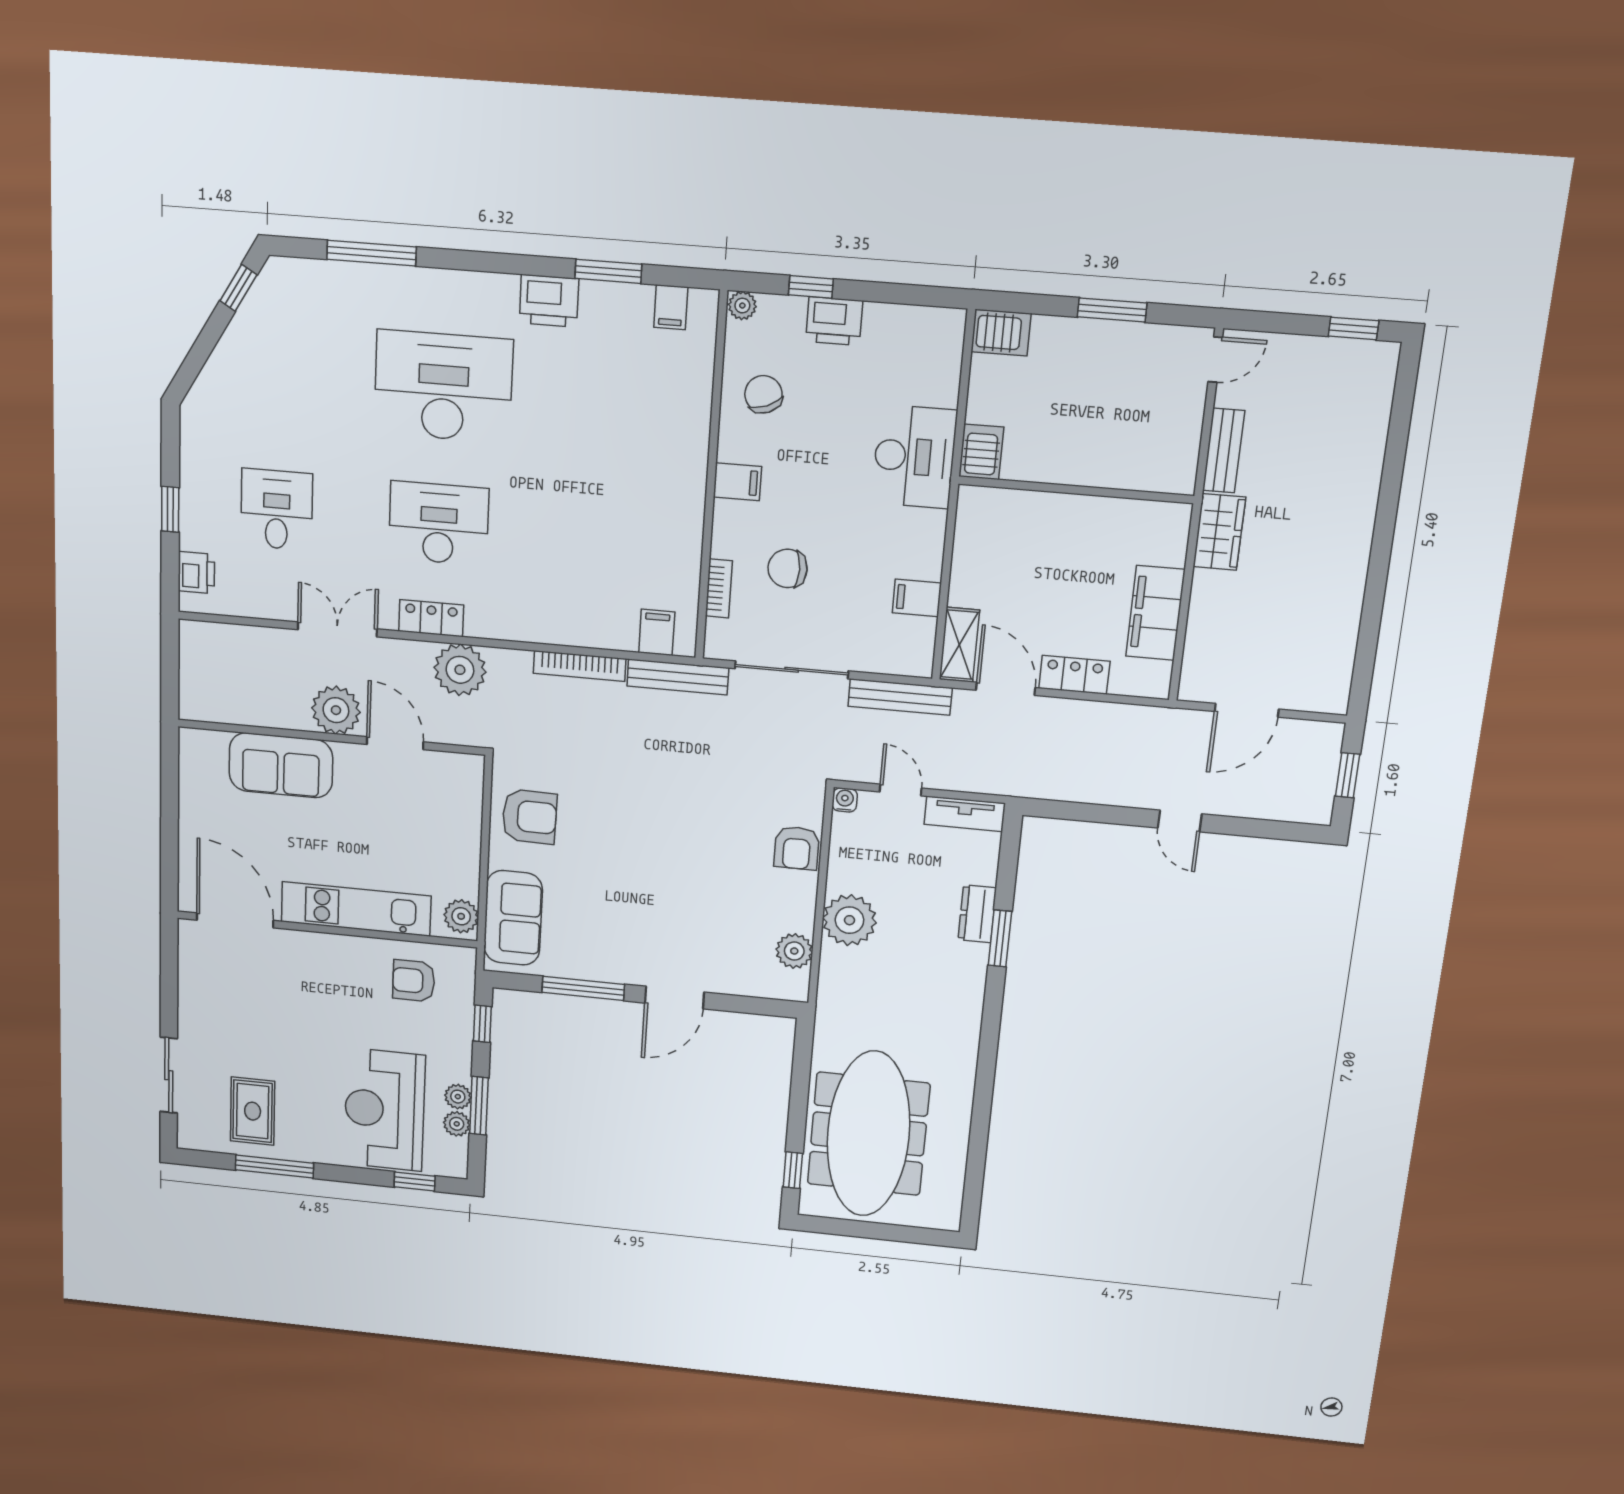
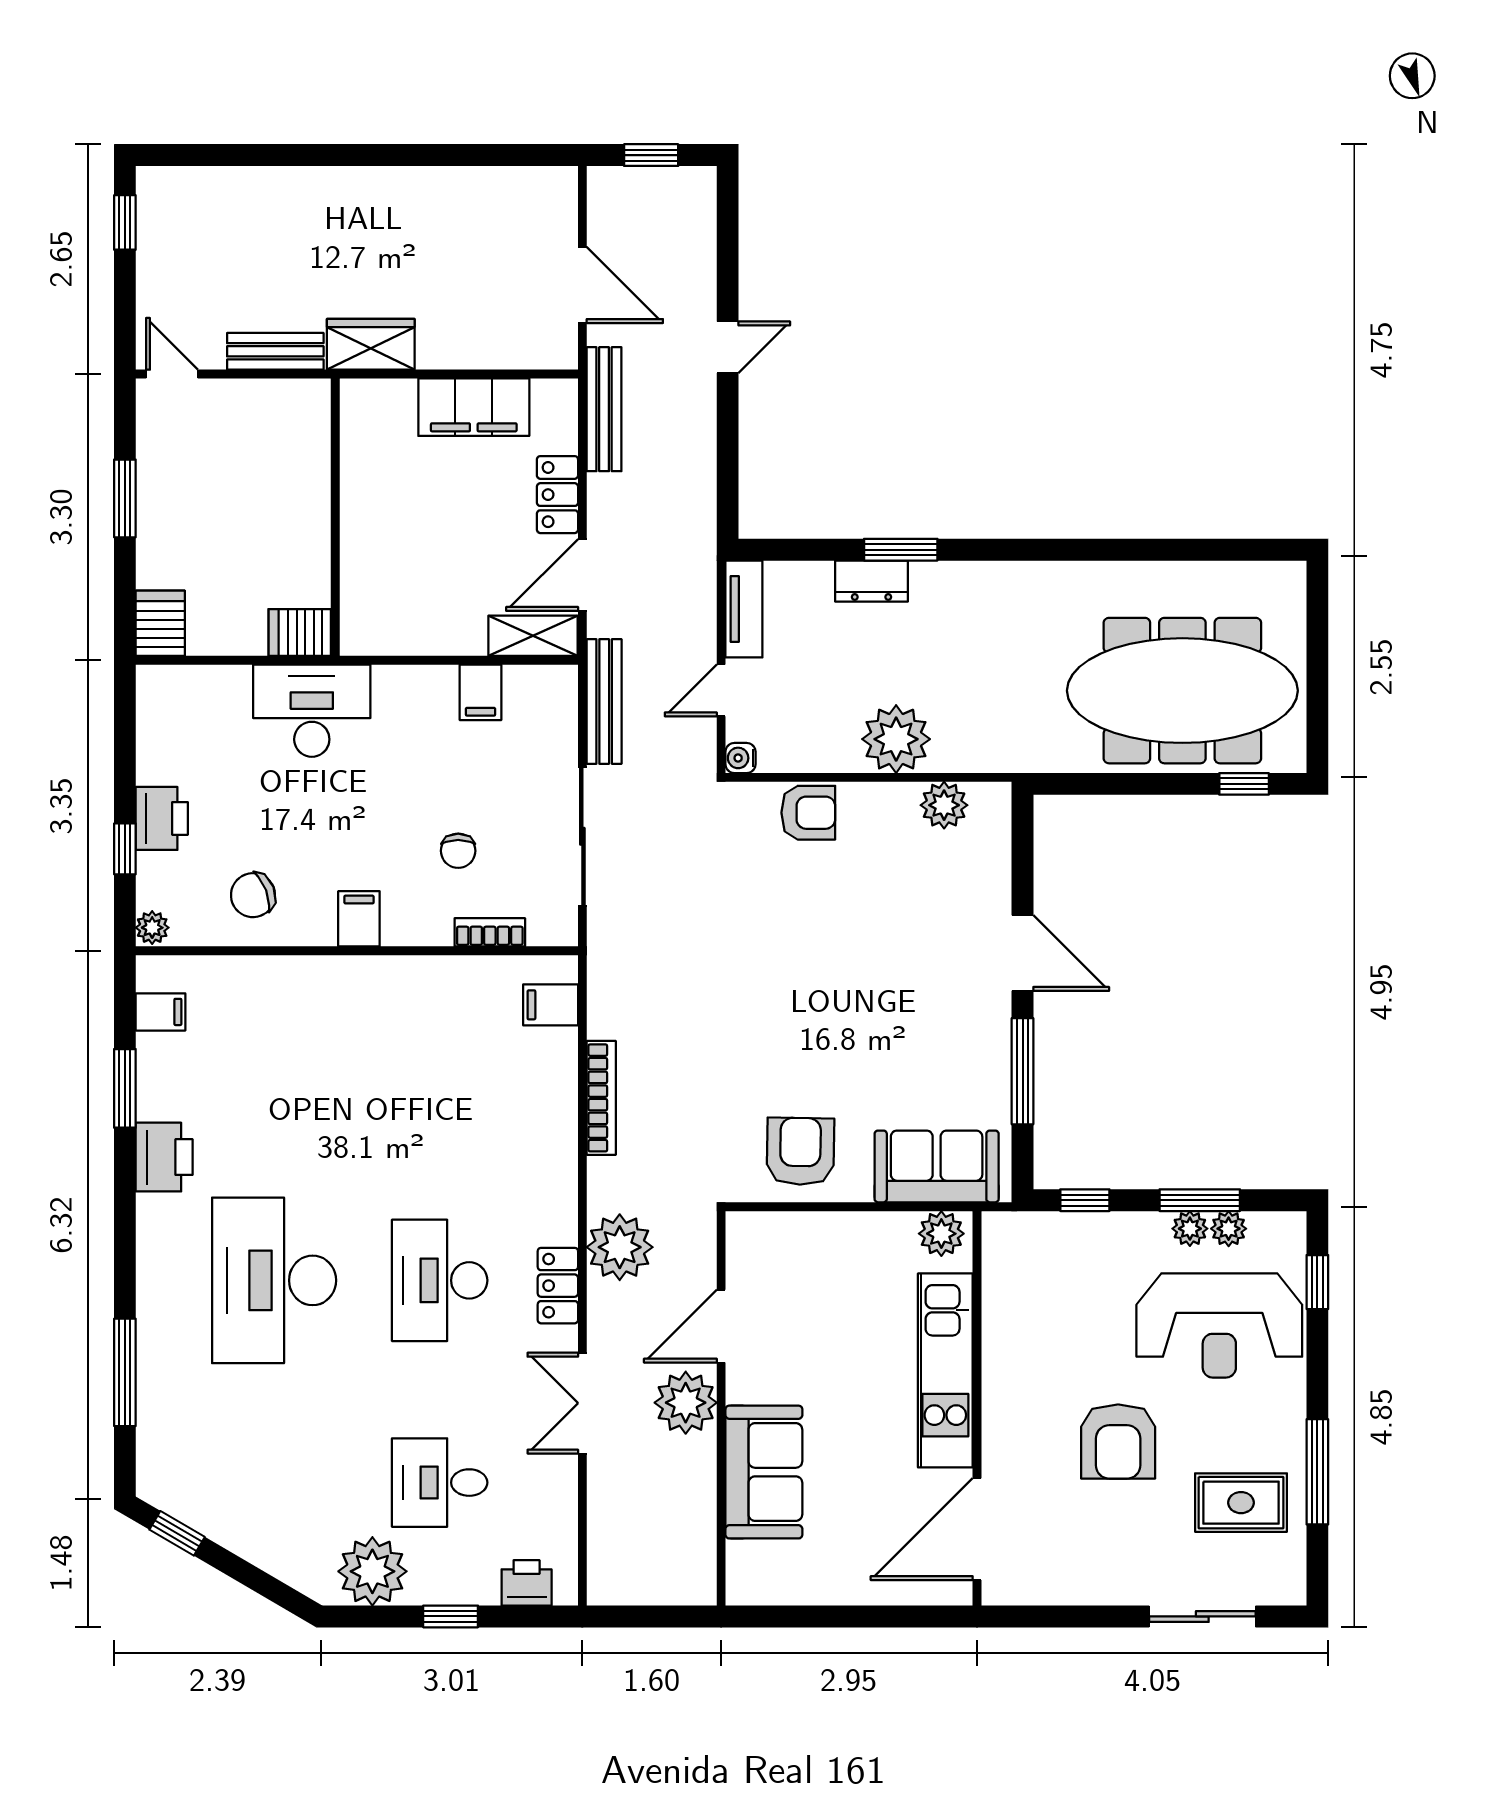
plant: (206, 449) -> (372, 1571), added
chair: (788, 568) -> (458, 851), width x0.73, depth x0.73
bench: (678, 677) -> (604, 409), moved
armchair: (414, 981) -> (1118, 1442), moved, width x1.38, depth x1.38

